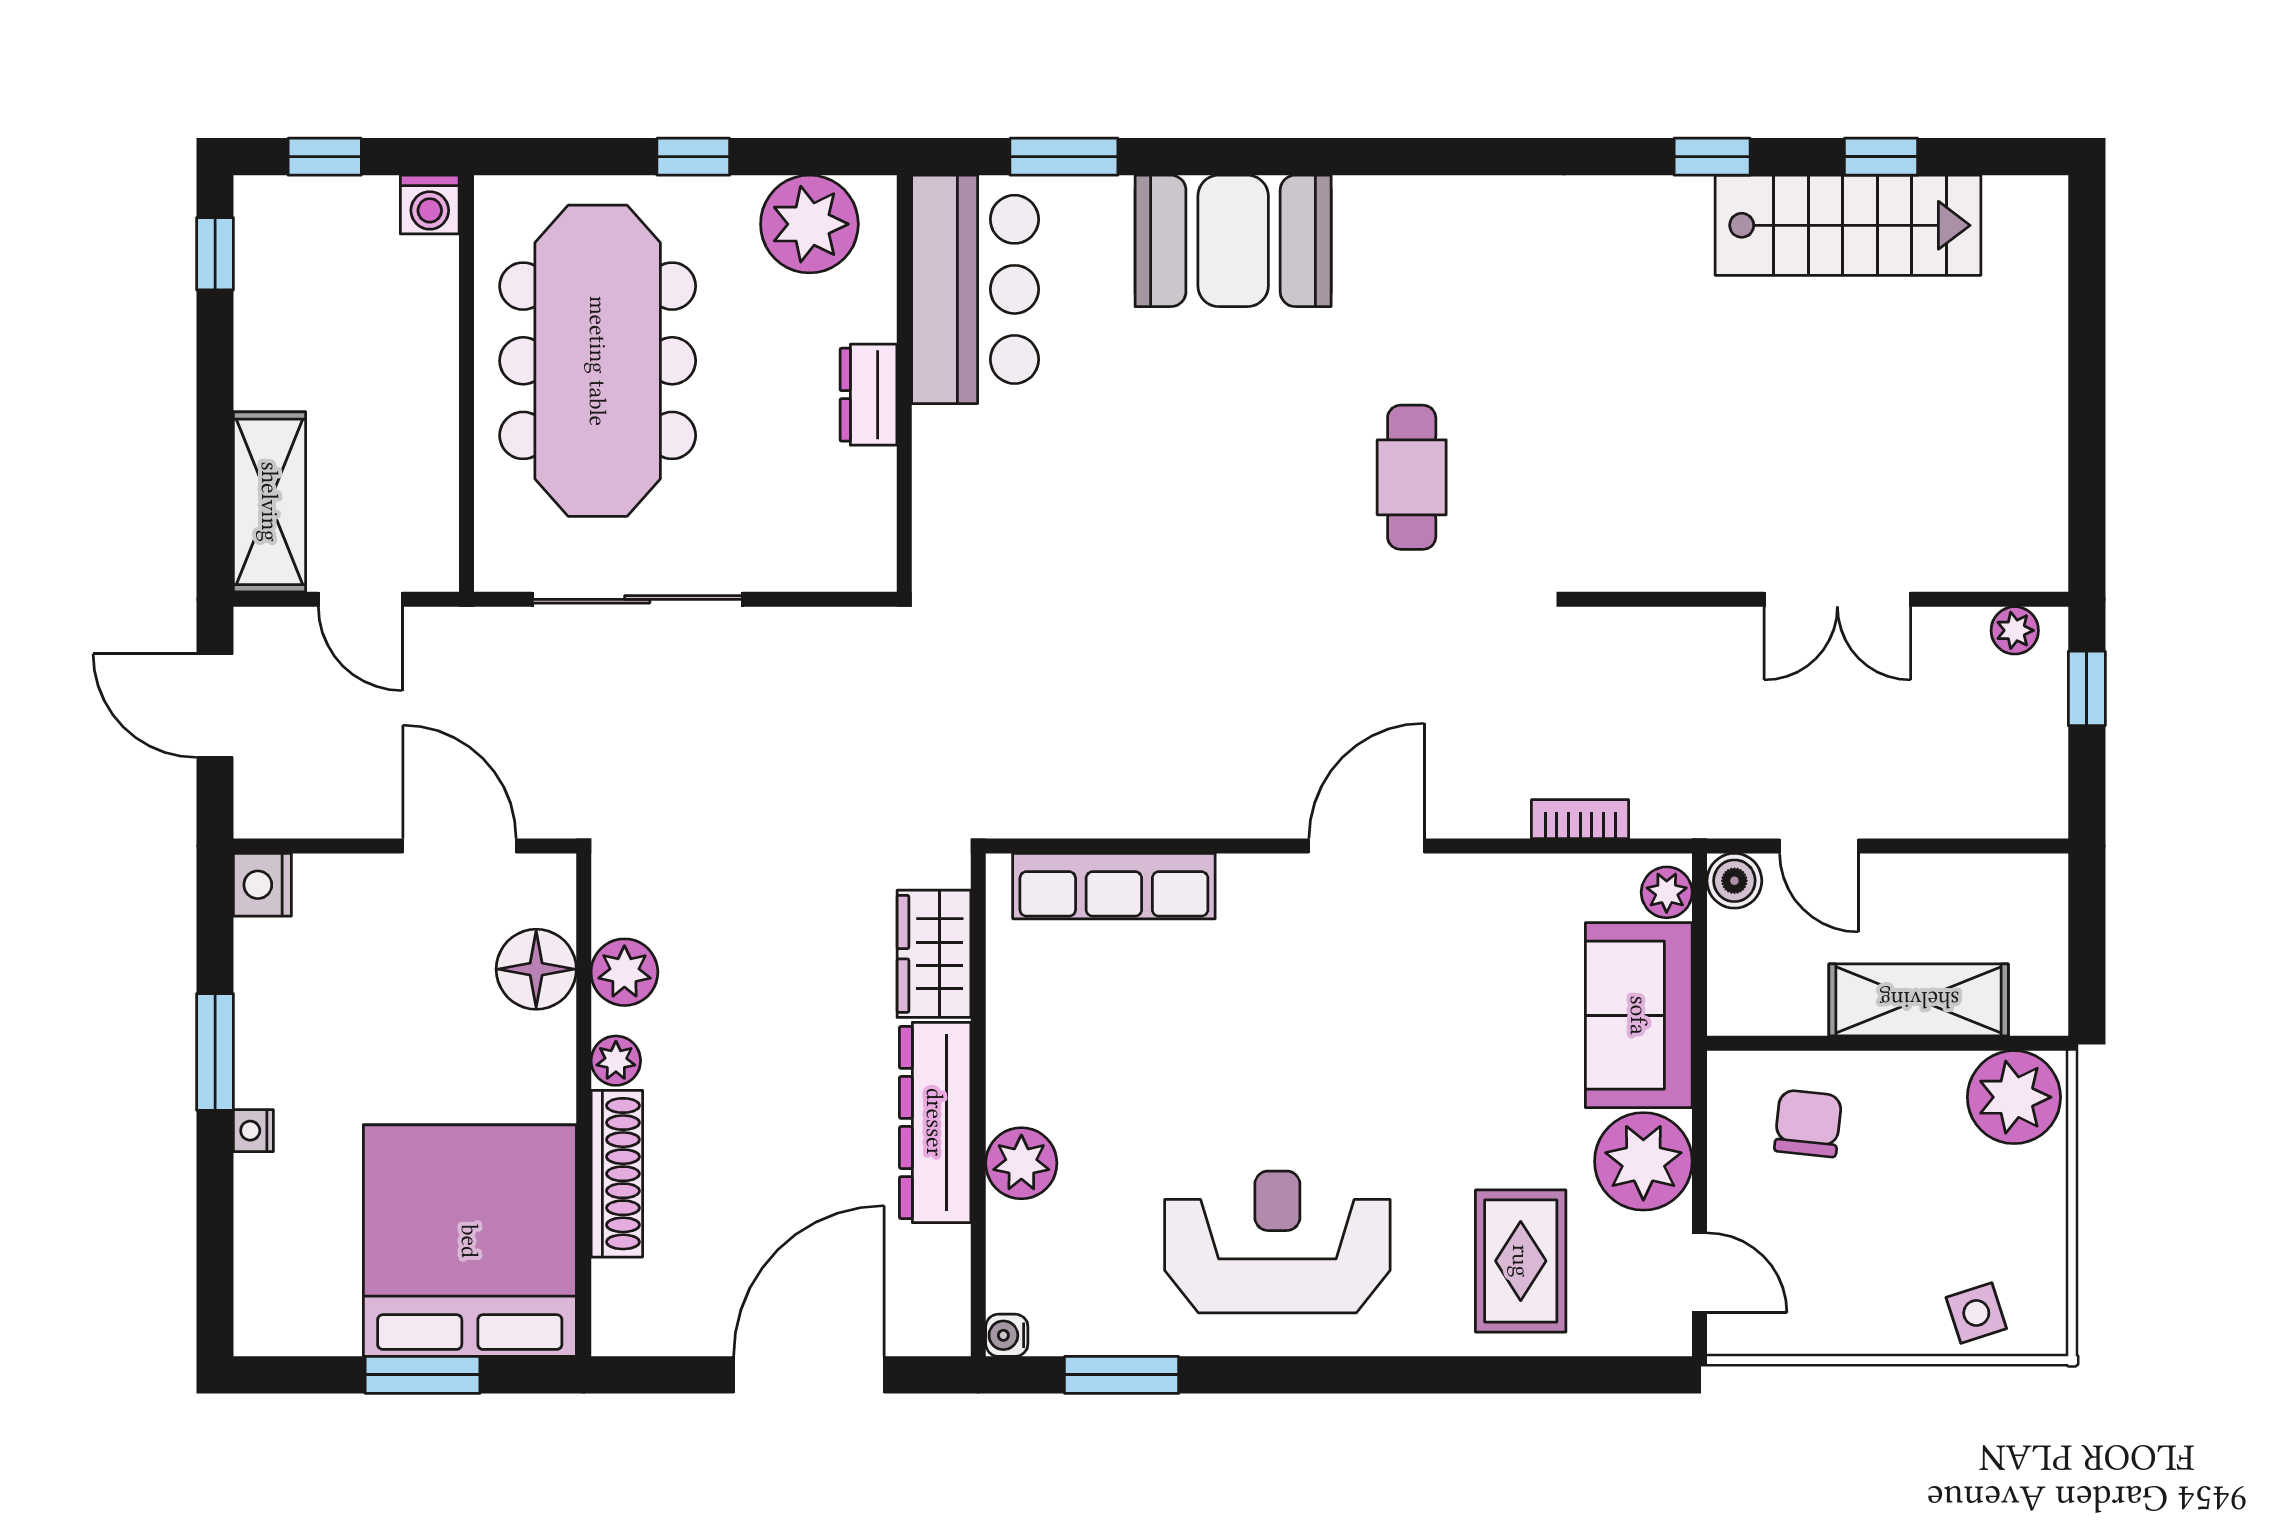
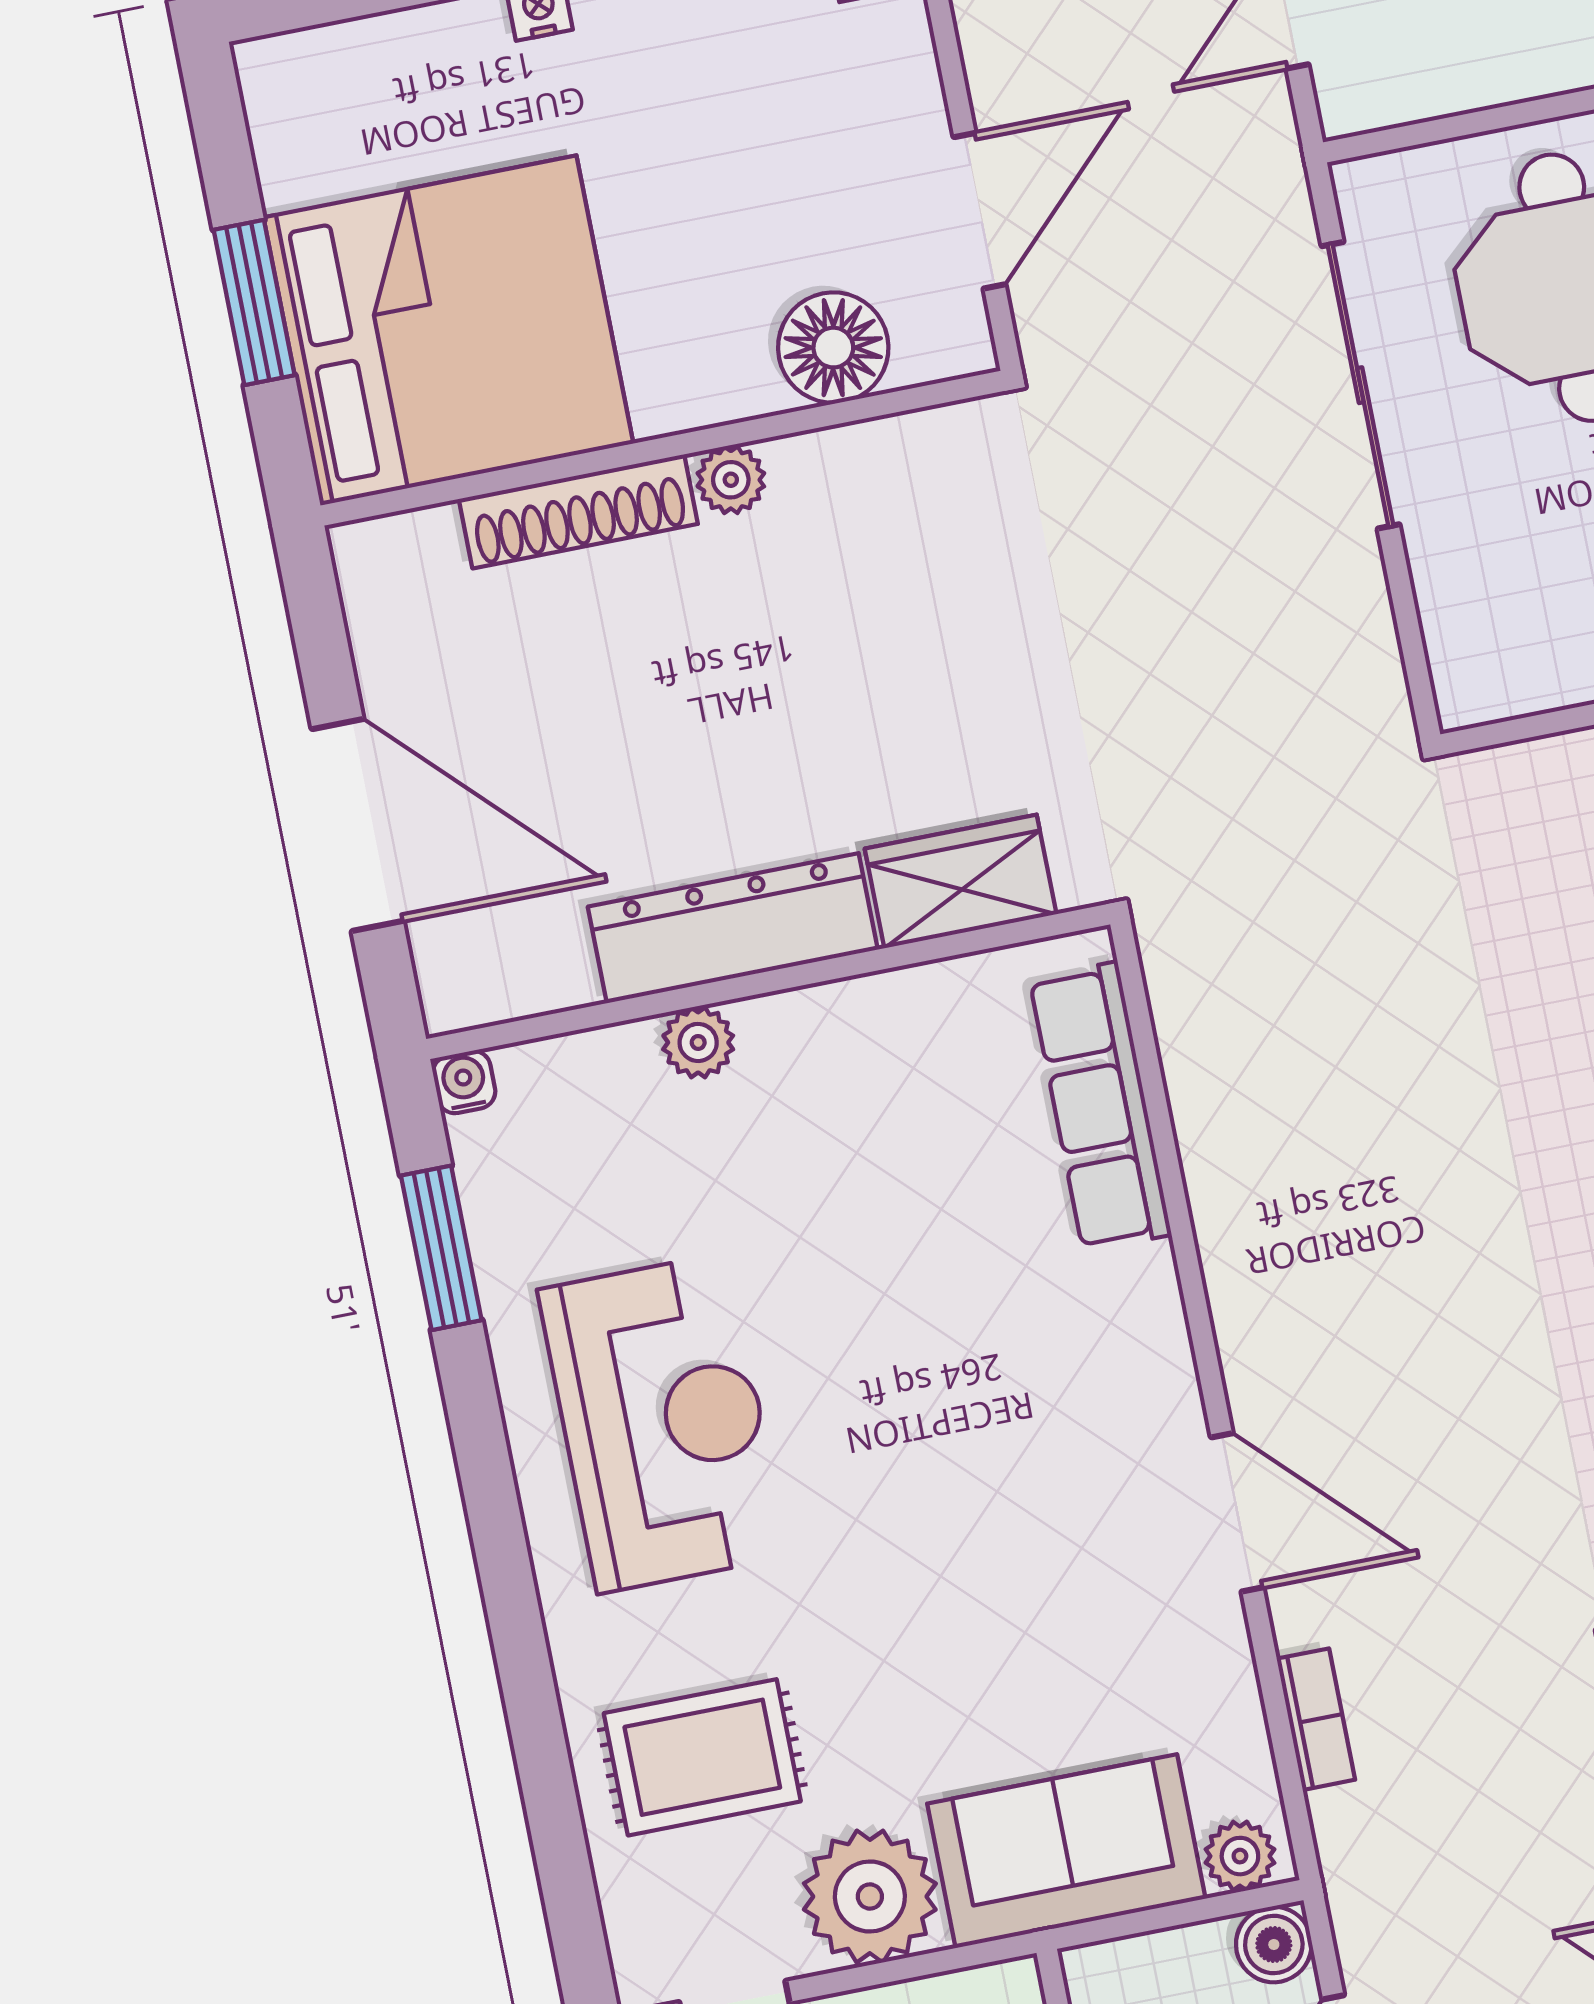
door: (1367, 846) -> (1237, 1512), moved
plant: (624, 972) -> (853, 468), removed
plant: (1021, 1163) -> (698, 1042), width x0.73, depth x0.73

